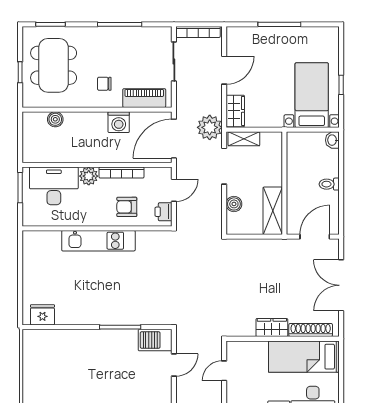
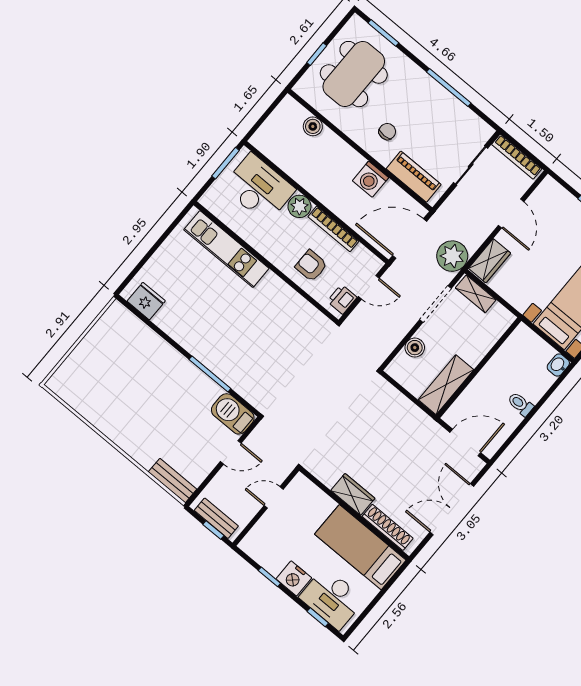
door: (224, 70) -> (511, 213), hinge flipped
chair: (104, 84) -> (387, 132), turned 90
kitchen unit: (98, 241) -> (226, 249), moved

